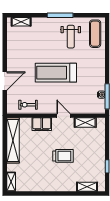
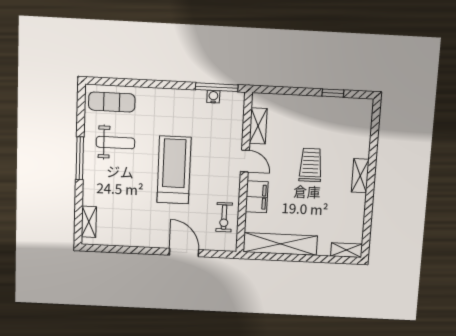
treadmill: (56, 73) -> (174, 170), turned 180
door: (64, 116) -> (245, 161), swing flipped
shelving: (87, 187) -> (360, 176), moved

